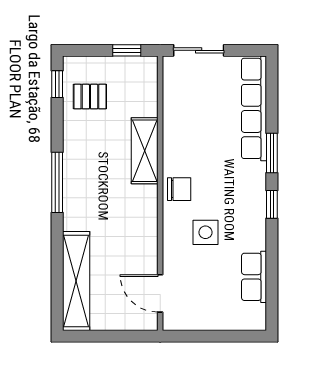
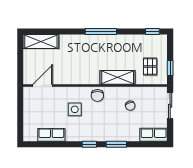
pallet: (90, 97) -> (150, 67), moved
row of seats: (254, 108) -> (154, 135), width x0.50
chair: (199, 127) -> (130, 106), added
shelving: (76, 281) -> (41, 41), width x0.68

